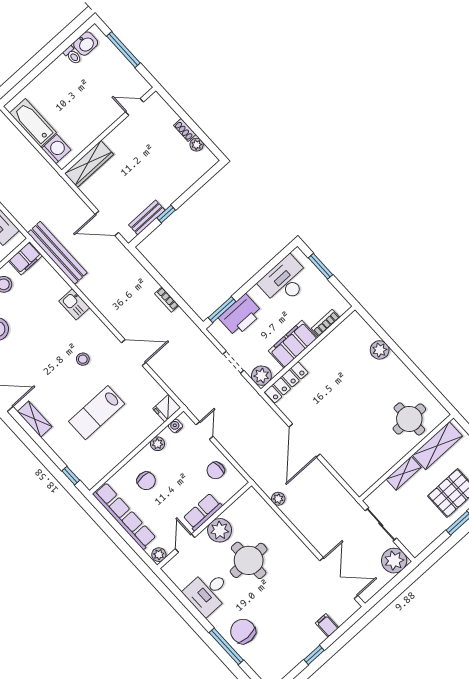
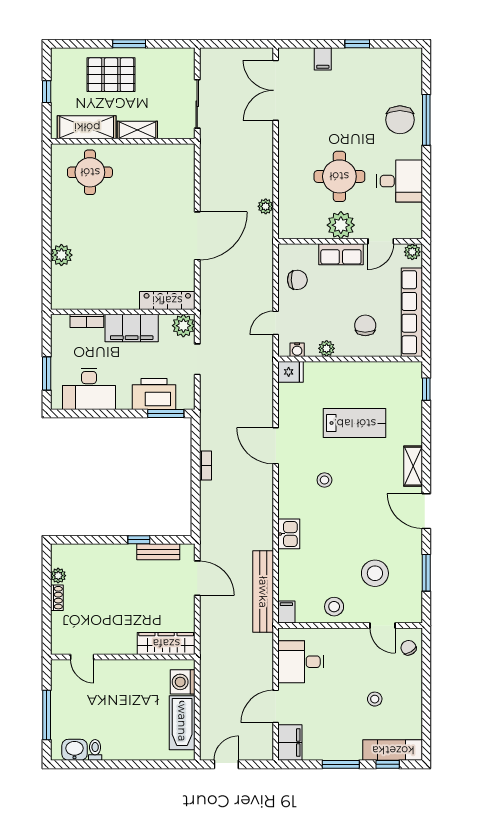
filing cabinet: (25, 258) -> (286, 612), width x0.50
plant: (394, 561) -> (214, 62), removed

